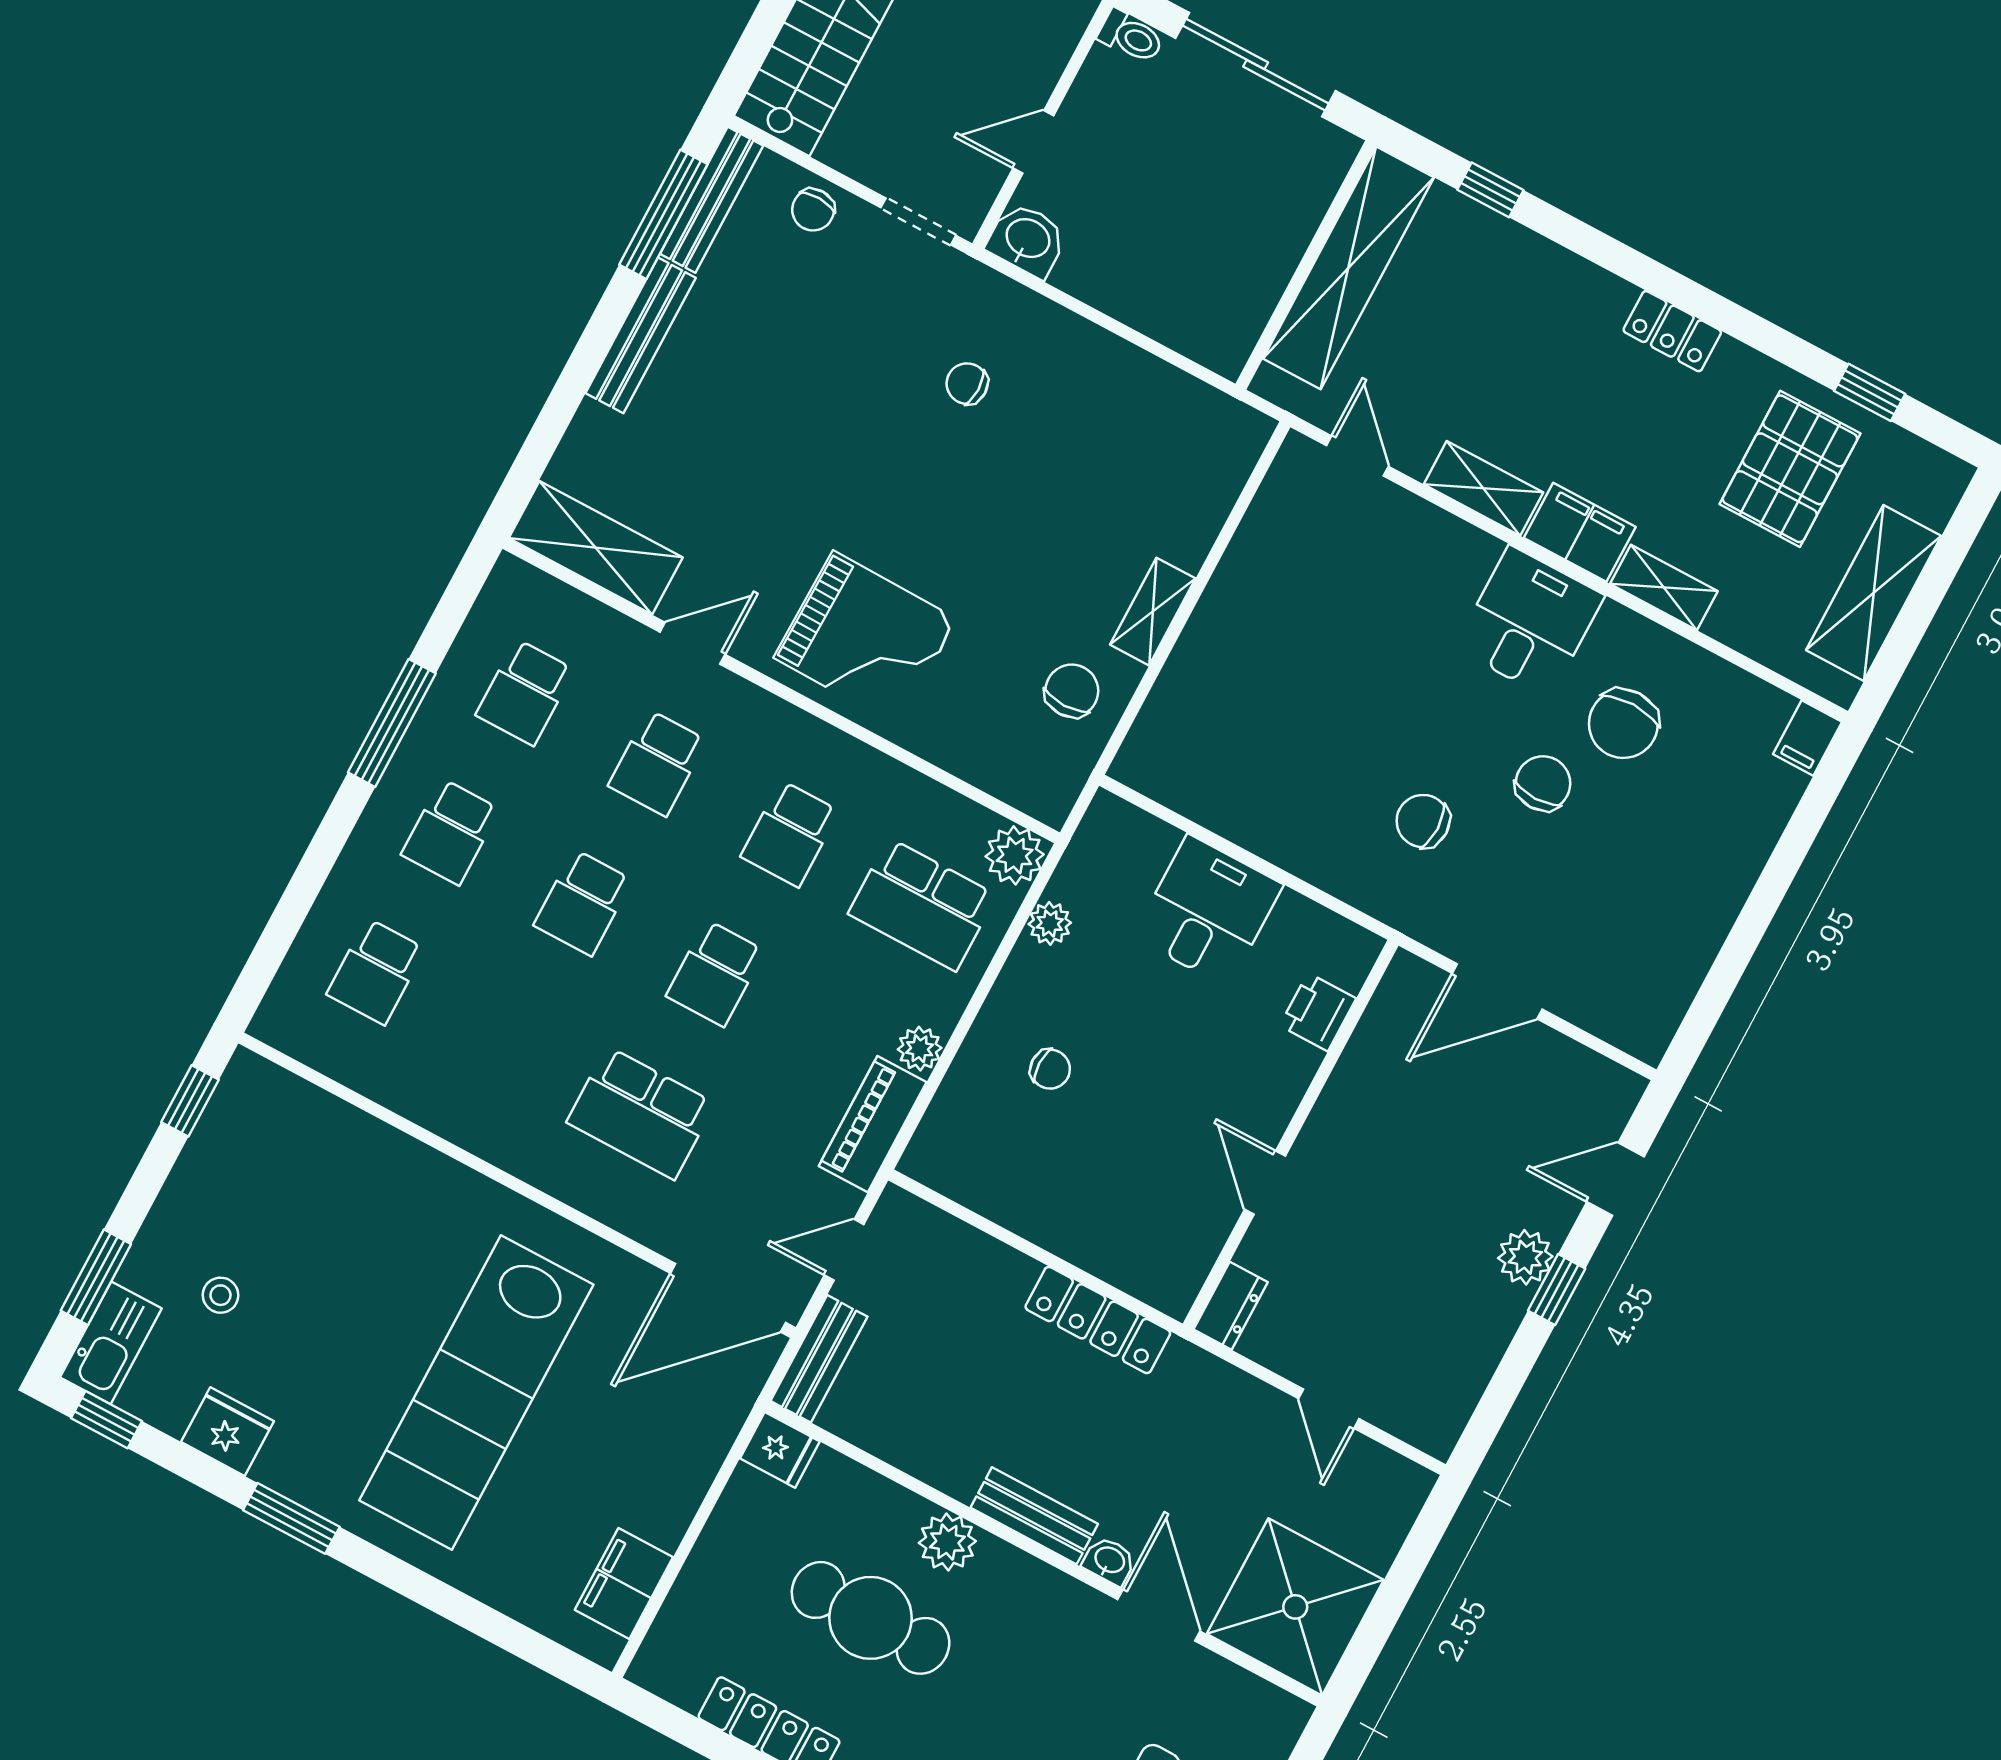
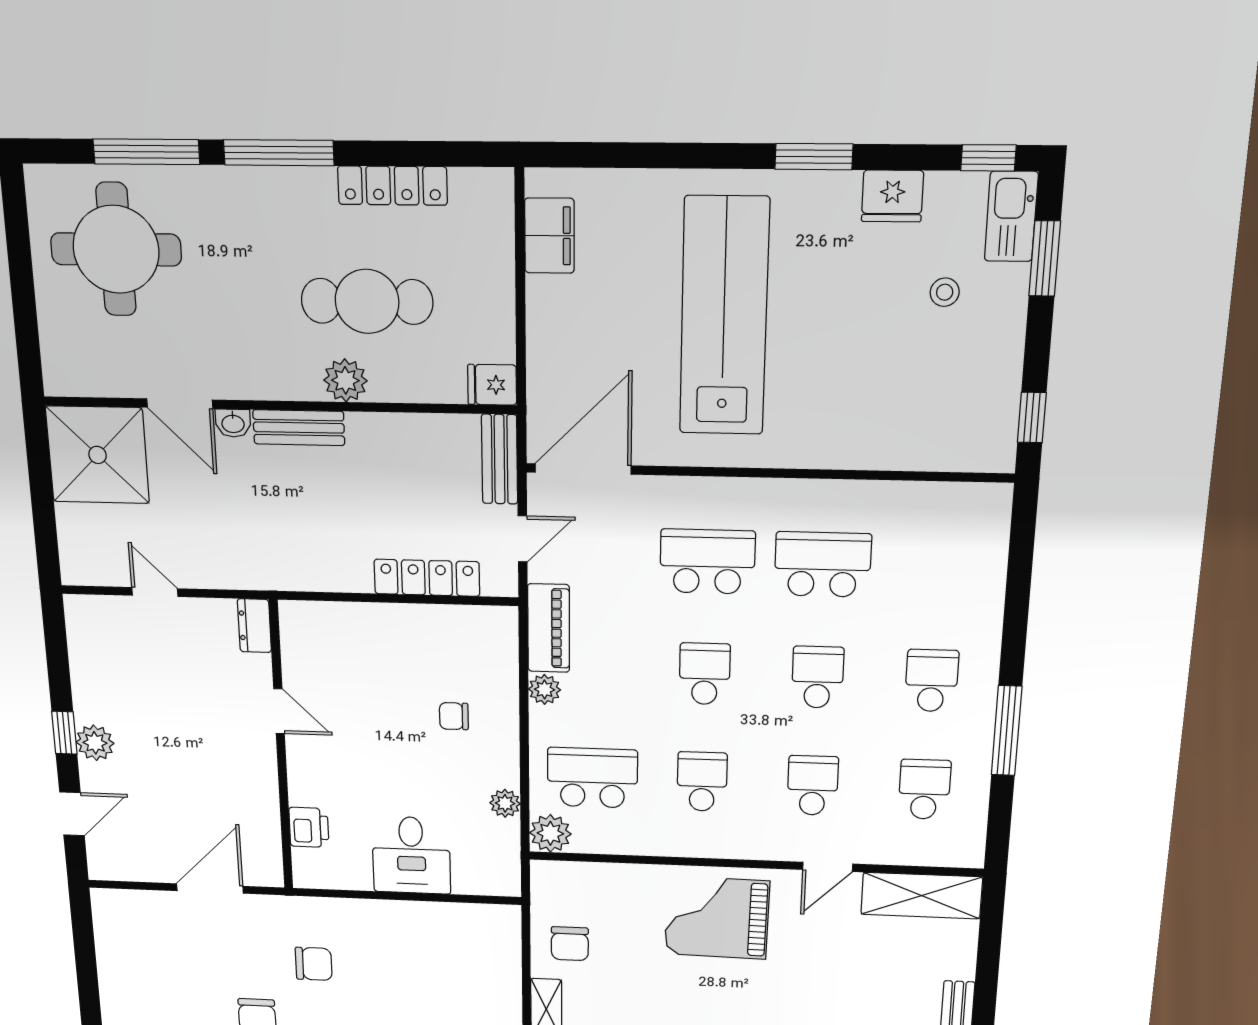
school desk: (376, 971) -> (823, 564), moved, width x1.85
locker: (1098, 1320) -> (427, 578), moved

